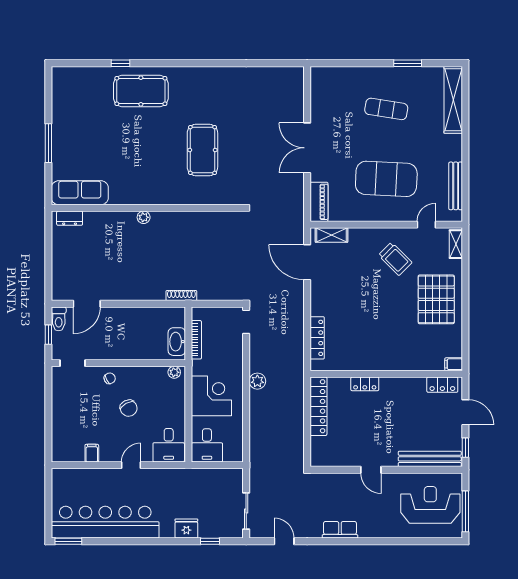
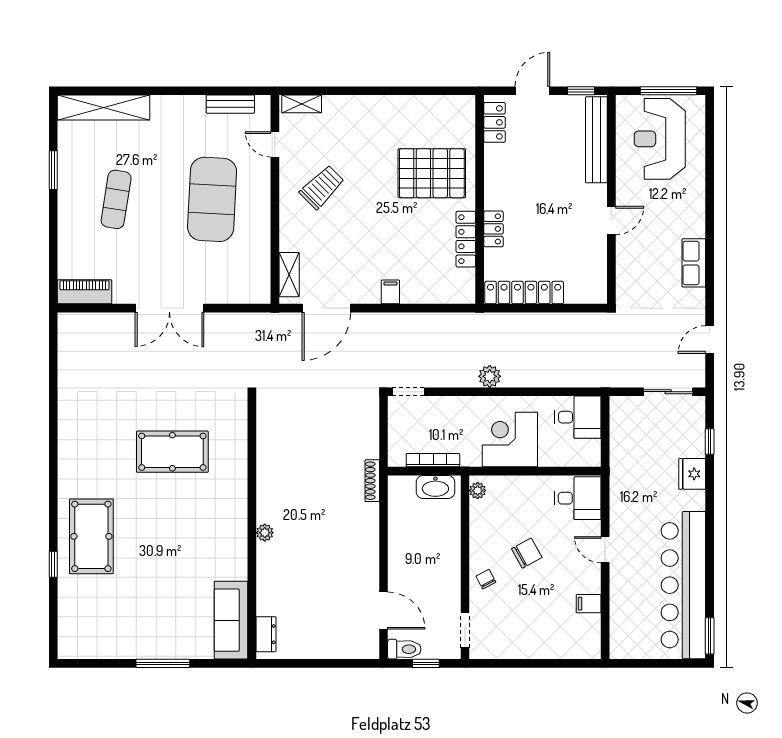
bench: (456, 186) -> (230, 104), width x0.73
piano: (319, 202) -> (85, 292), moved
pallet: (436, 299) -> (432, 173), moved
locker: (317, 338) -> (466, 239), moved, turned -90
filing cabinet: (454, 364) -> (390, 292), moved, turned 180
desk: (207, 445) -> (578, 417), moved

